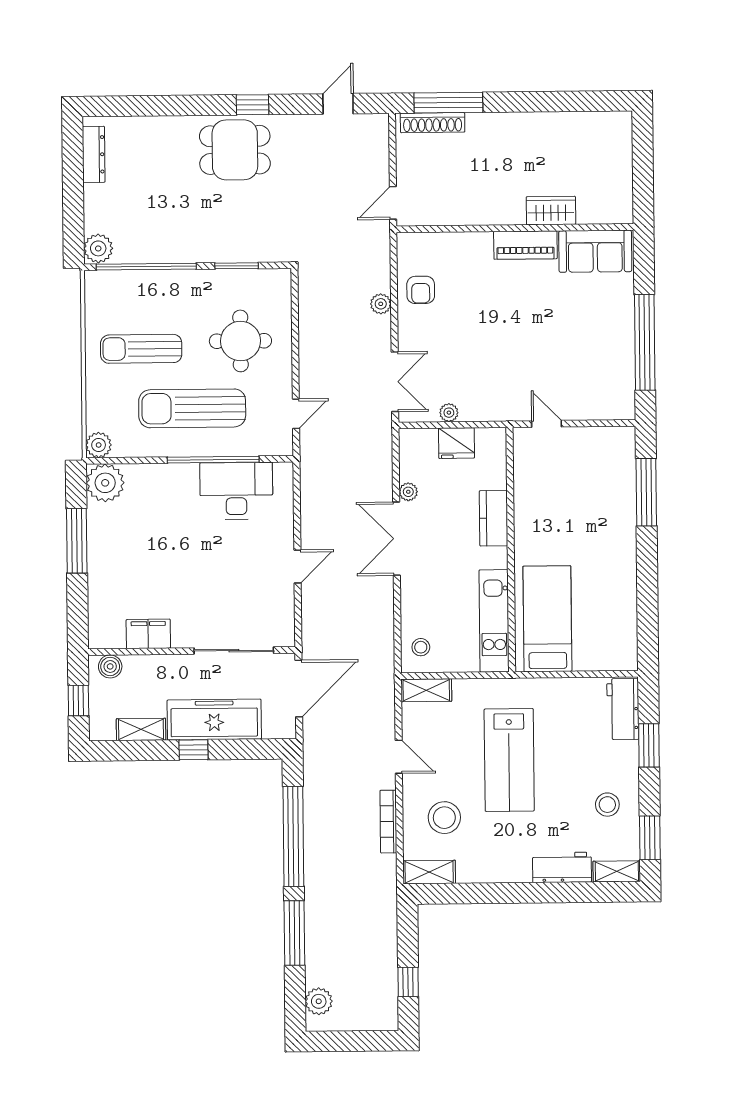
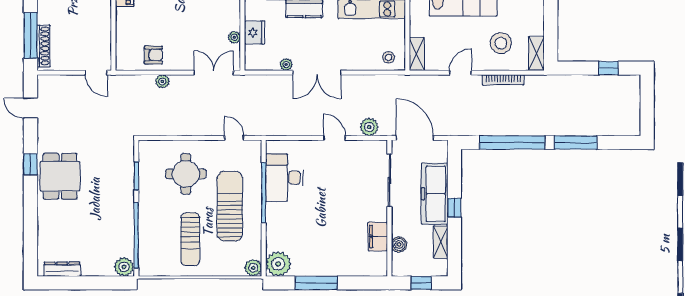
sun lounger: (192, 408) -> (230, 206), turned 180
boiler: (110, 666) -> (399, 244), moved
plant: (319, 1001) -> (369, 127), moved

